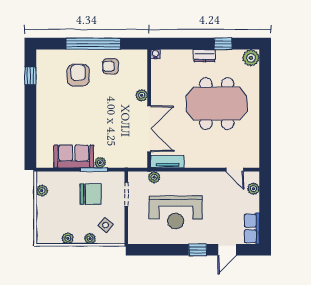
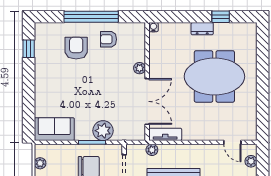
plant: (251, 58) -> (249, 31), removed
sofa: (74, 156) -> (54, 129), moved
plant: (100, 163) -> (103, 131), width x1.87, depth x1.87

